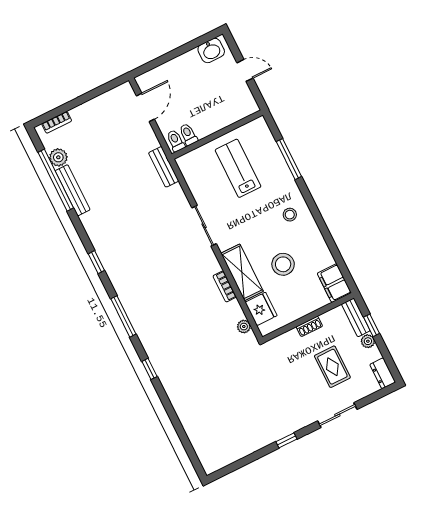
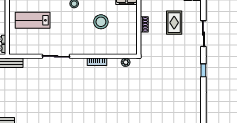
shelving: (242, 272) -> (94, 48), removed
fridge: (261, 309) -> (120, 47), removed
rug: (332, 367) -> (174, 23), turned 90

